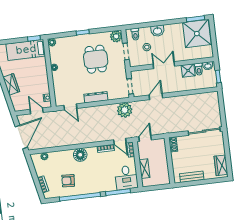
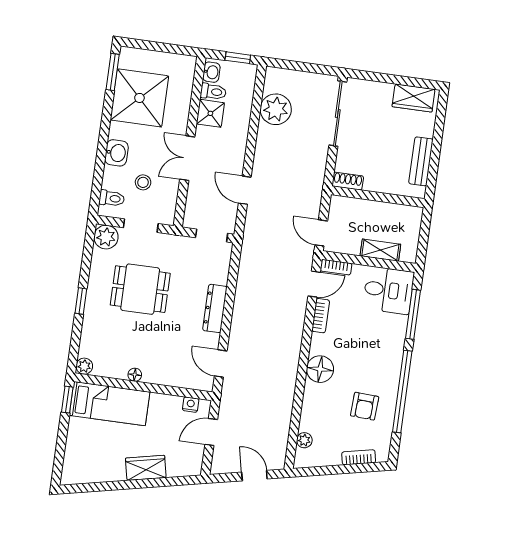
shower: (197, 34) -> (139, 98), moved
bed: (26, 50) -> (109, 404), moved, turned -90
door: (70, 107) -> (221, 363), swing flipped
plant: (125, 110) -> (276, 109), moved
door: (21, 137) -> (254, 476), width x0.53

